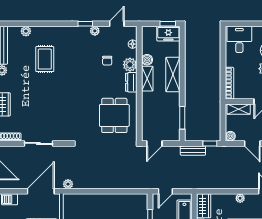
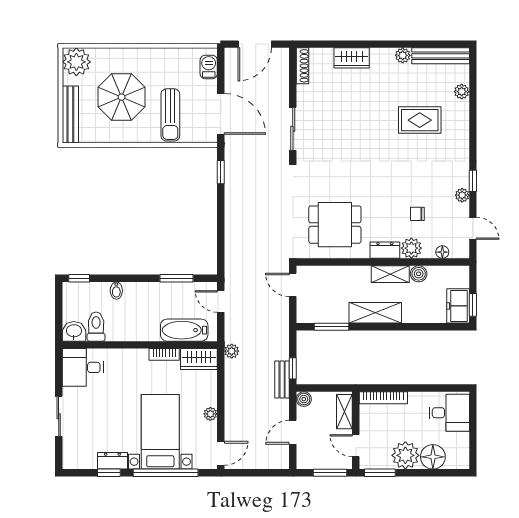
shelving: (173, 75) -> (375, 313), moved
sliding door: (38, 143) -> (293, 129), moved
bench: (193, 151) -> (282, 379), moved
plant: (68, 184) -> (232, 351), moved
window: (79, 191) -> (221, 172), added

